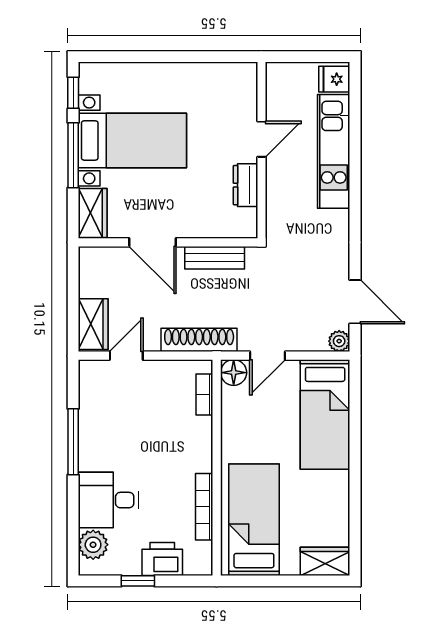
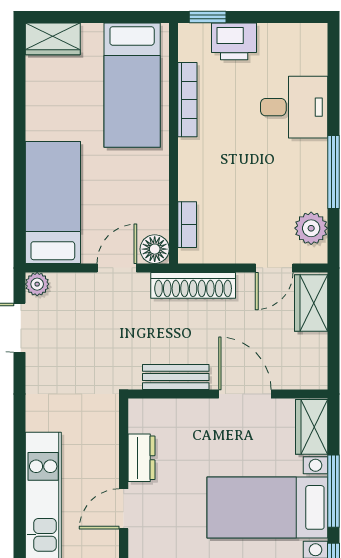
plant: (93, 545) -> (311, 228), moved
window: (138, 581) -> (208, 17), moved

